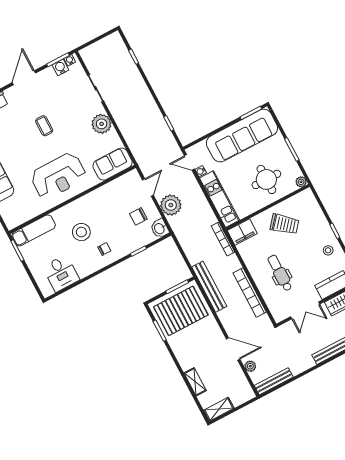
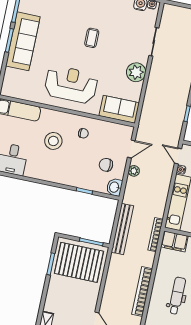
reception desk: (58, 176) -> (71, 84), turned 180
plant: (171, 205) -> (134, 171), width x0.53, depth x0.53
chair: (104, 249) -> (83, 133), moved
bench: (209, 287) -> (122, 229), moved

